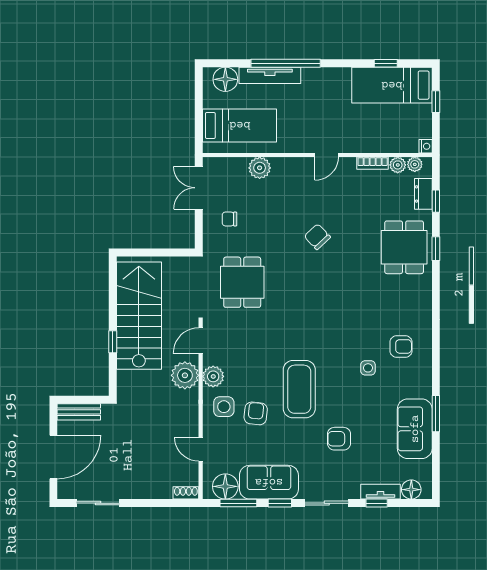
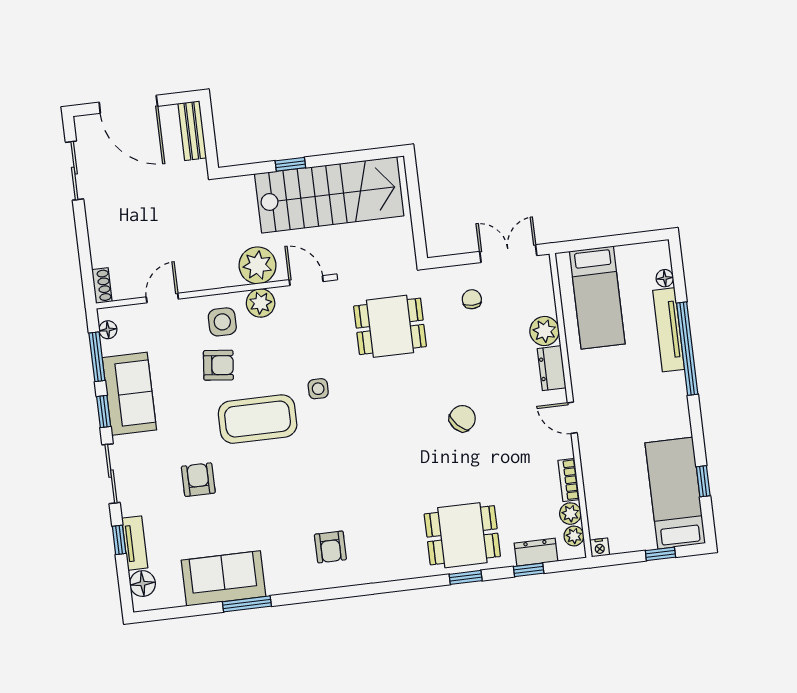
floor lamp: (225, 79) -> (665, 278), width x0.53, depth x0.53
dresser: (288, 166) -> (552, 368), added
side table: (368, 368) -> (318, 389), moved
floor lamp: (225, 486) -> (108, 330), width x0.53, depth x0.53

